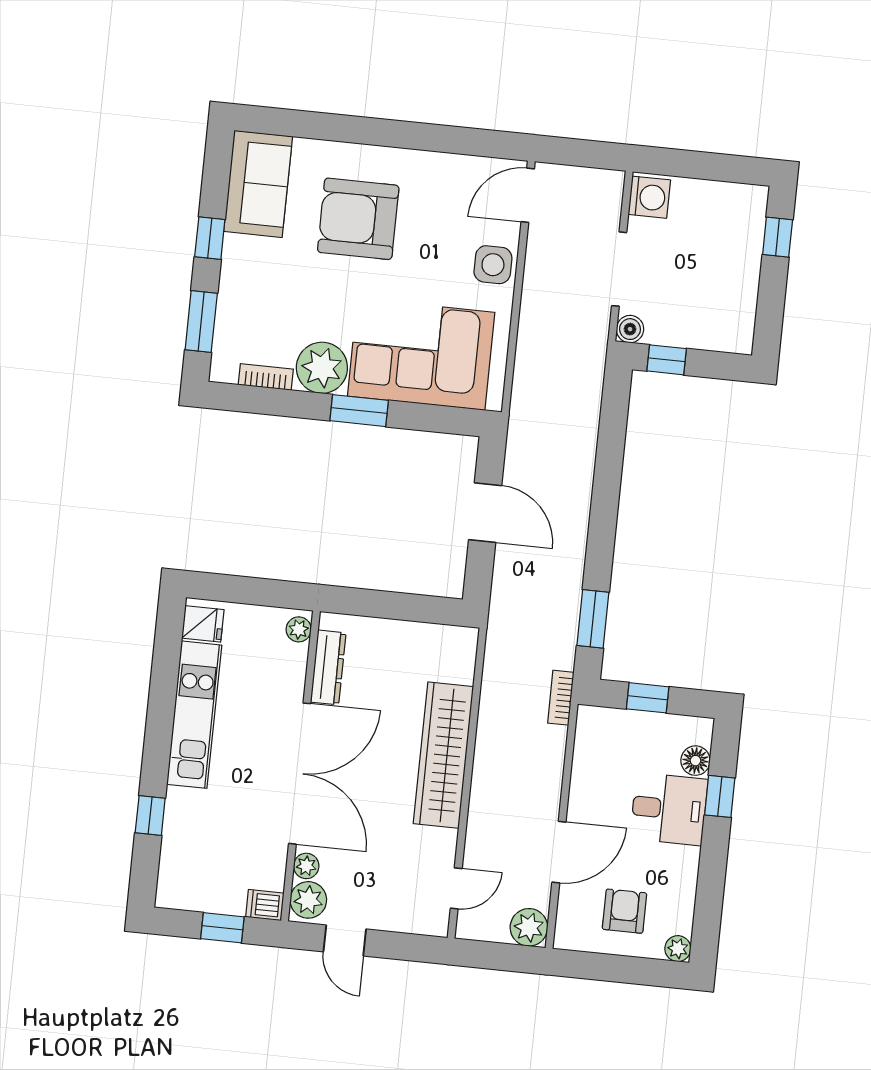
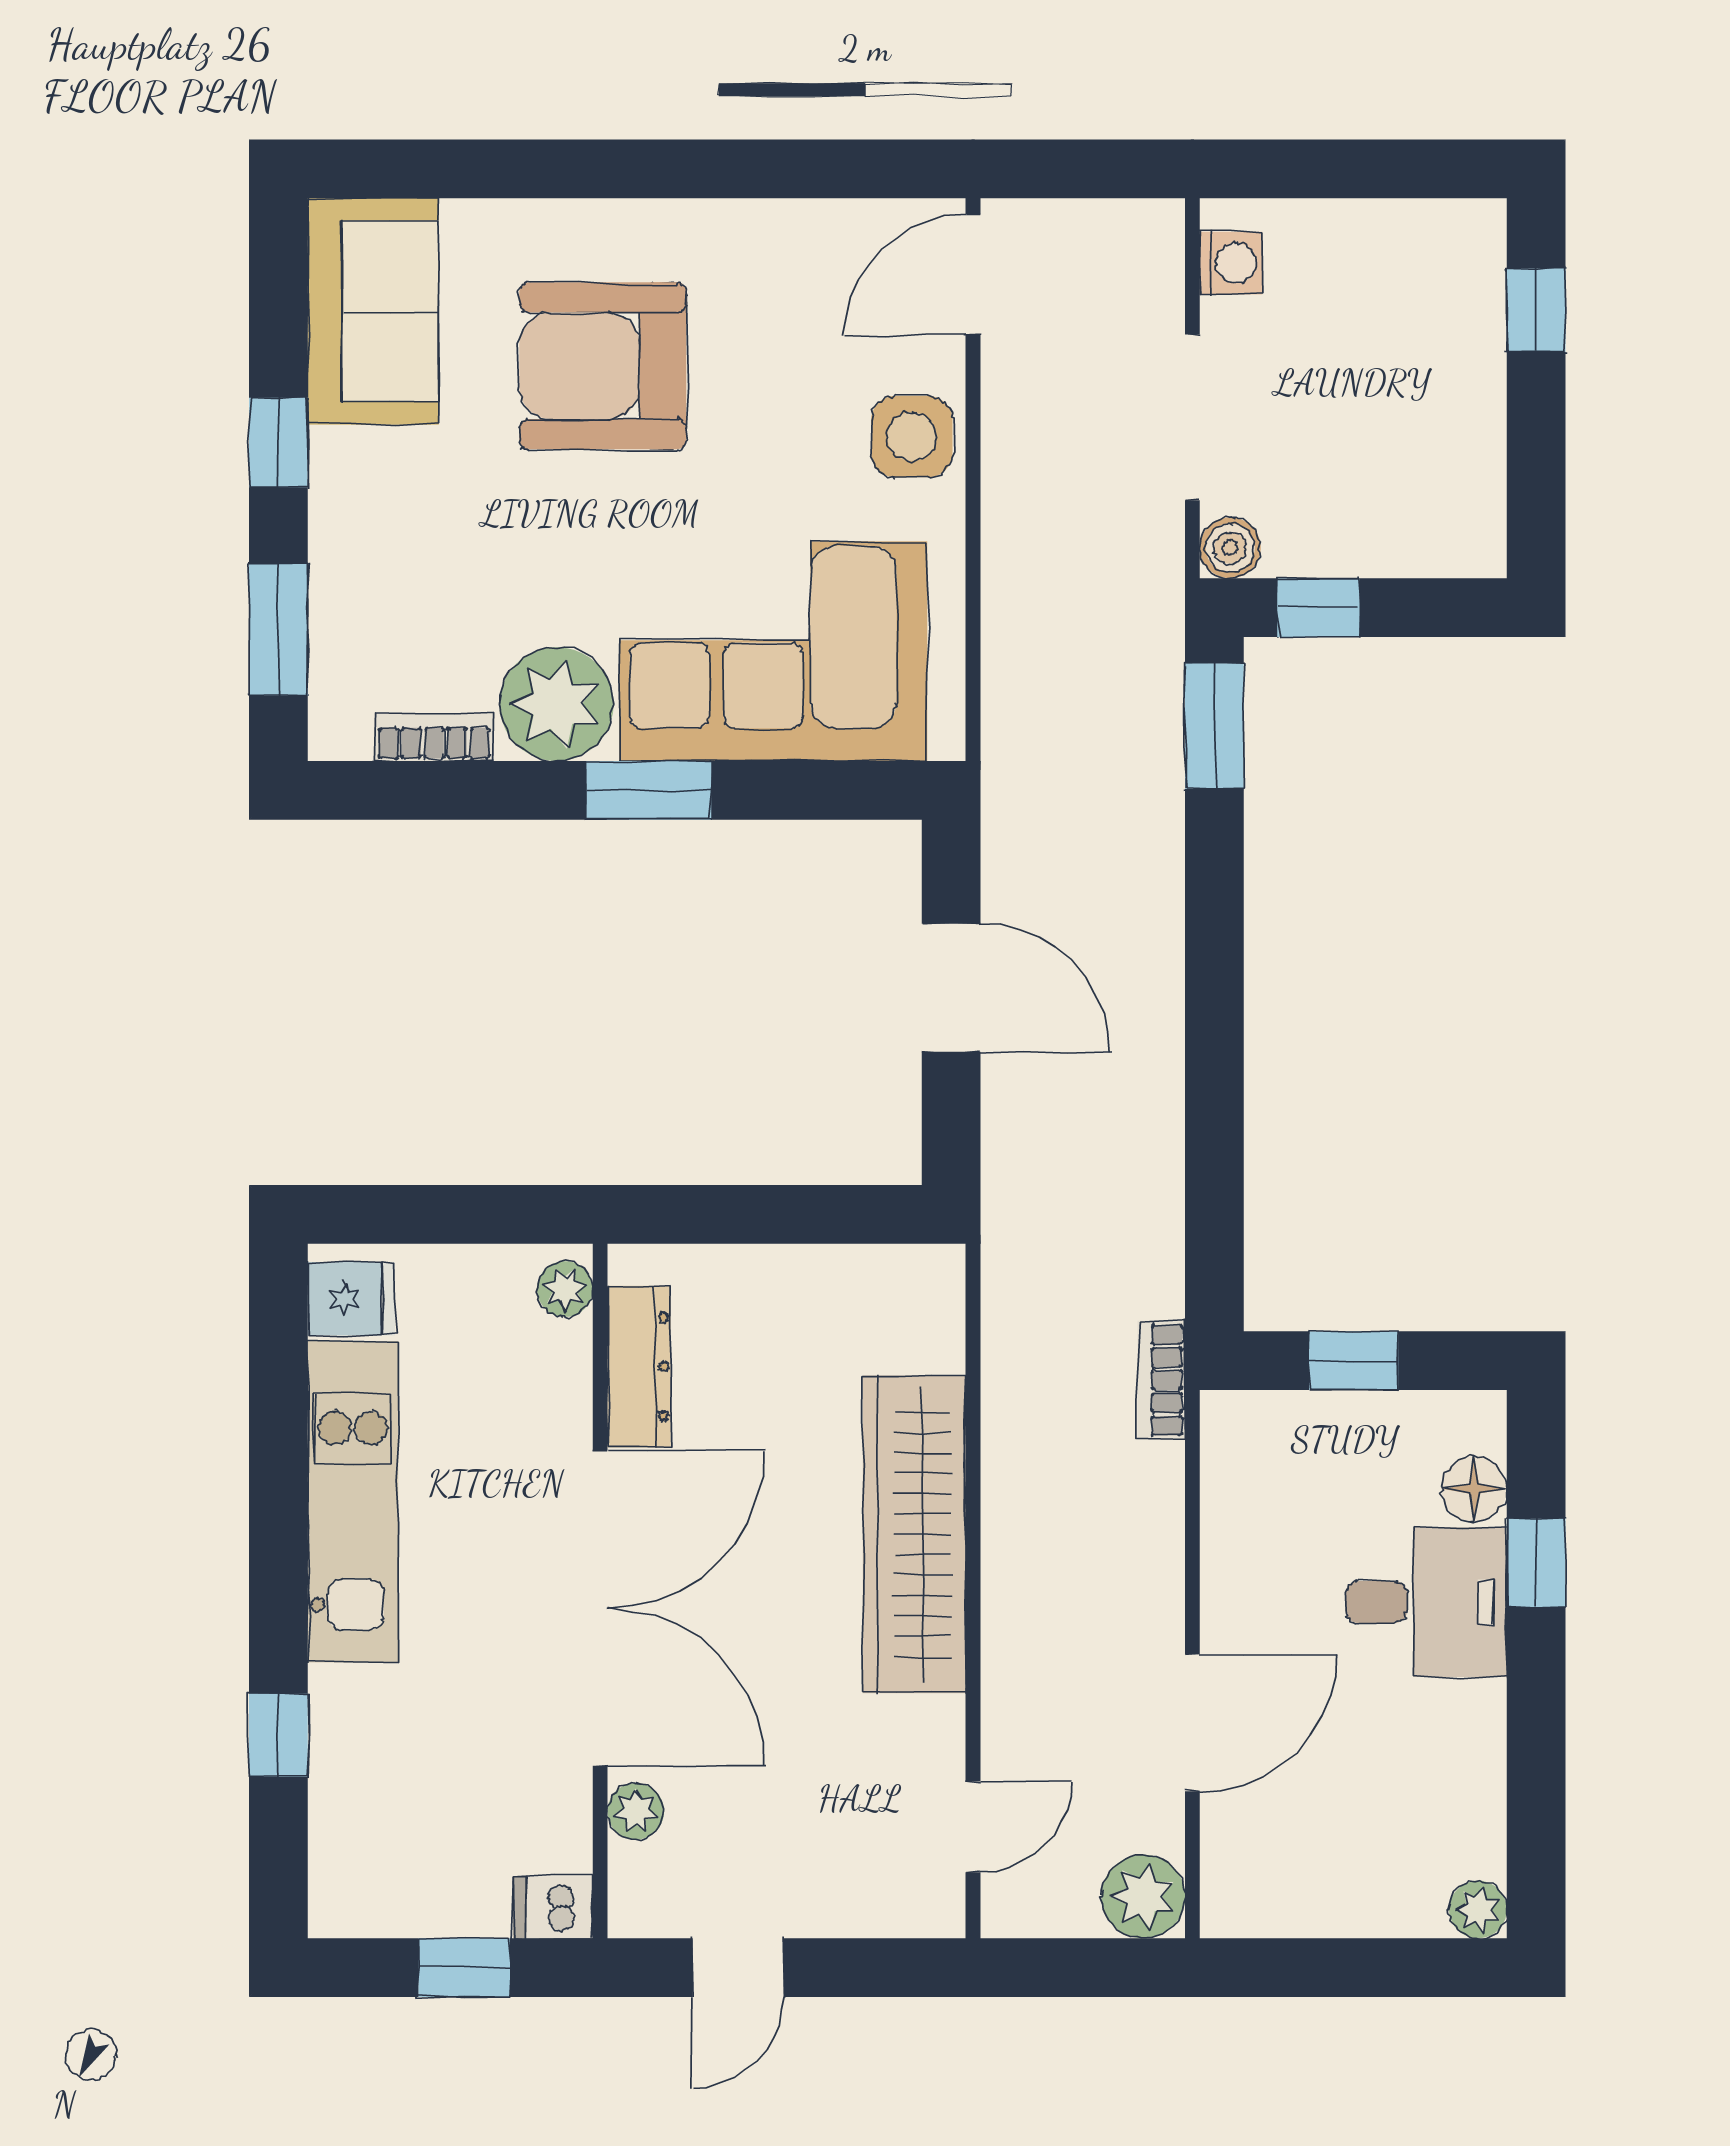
washing machine: (649, 197) -> (1231, 263), width x0.73, depth x0.73
window: (593, 619) -> (1214, 726), moved
plant: (308, 900) -> (648, 1886), removed
armchair: (624, 911) -> (1351, 1839), removed
door: (345, 940) -> (738, 1968), hinge flipped

